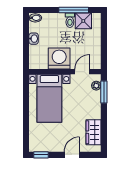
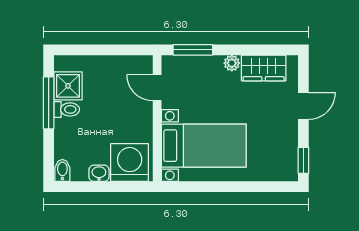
washing machine: (59, 59) -> (130, 163), moved, turned 90
plant: (96, 86) -> (232, 63), moved
door: (72, 155) -> (303, 106), swing flipped

